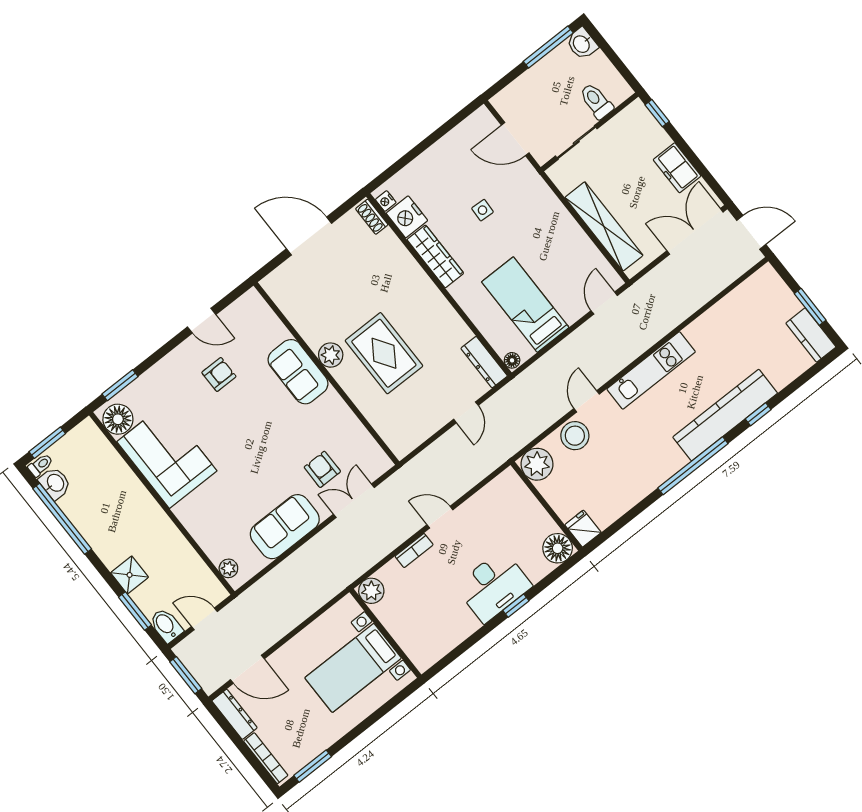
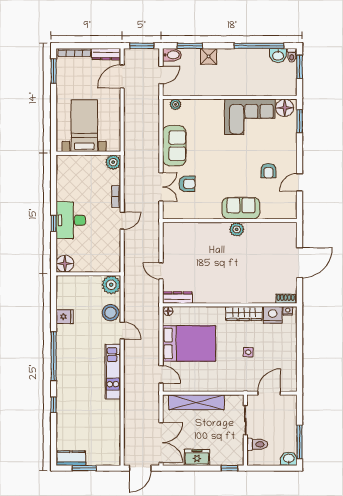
bed: (525, 305) -> (189, 343), width x1.50
rug: (384, 353) -> (218, 255), removed
kitchen counter: (725, 415) -> (65, 389), removed
fridge: (583, 529) -> (65, 317), moved

